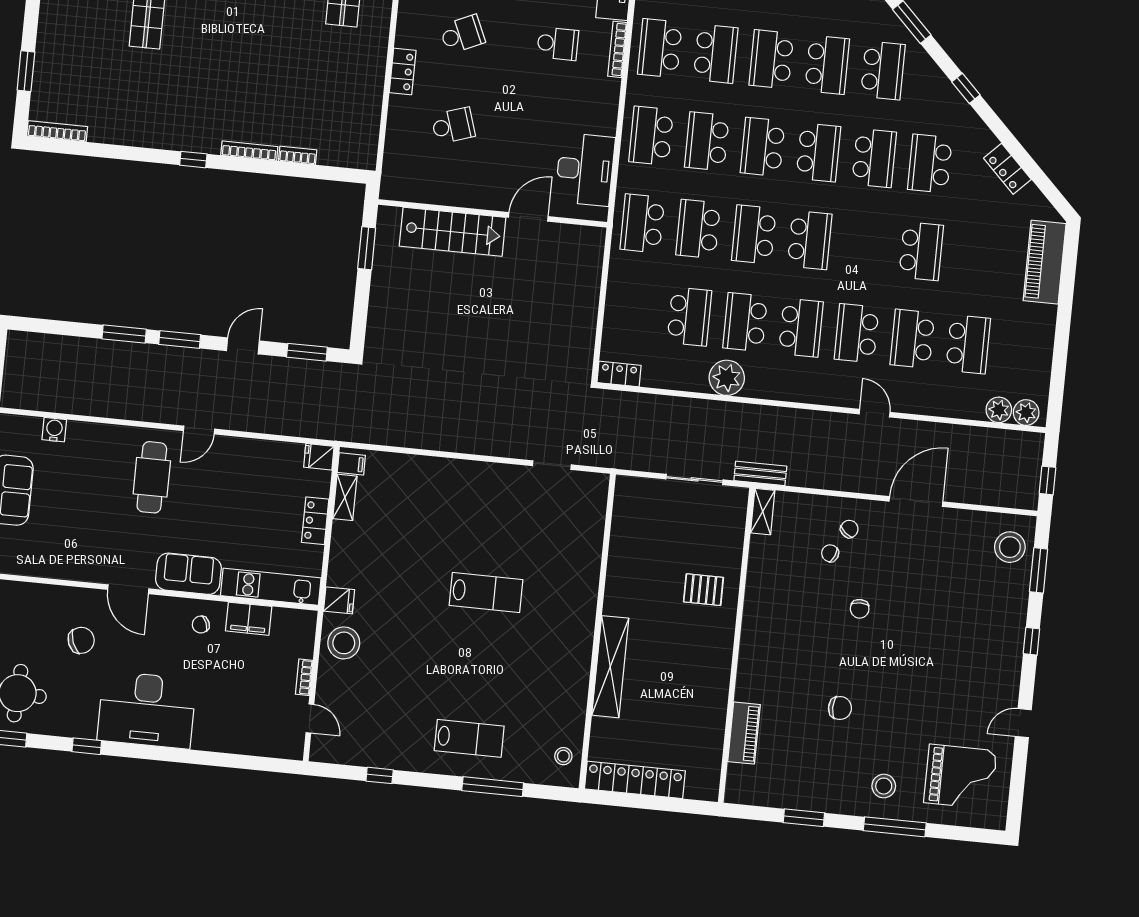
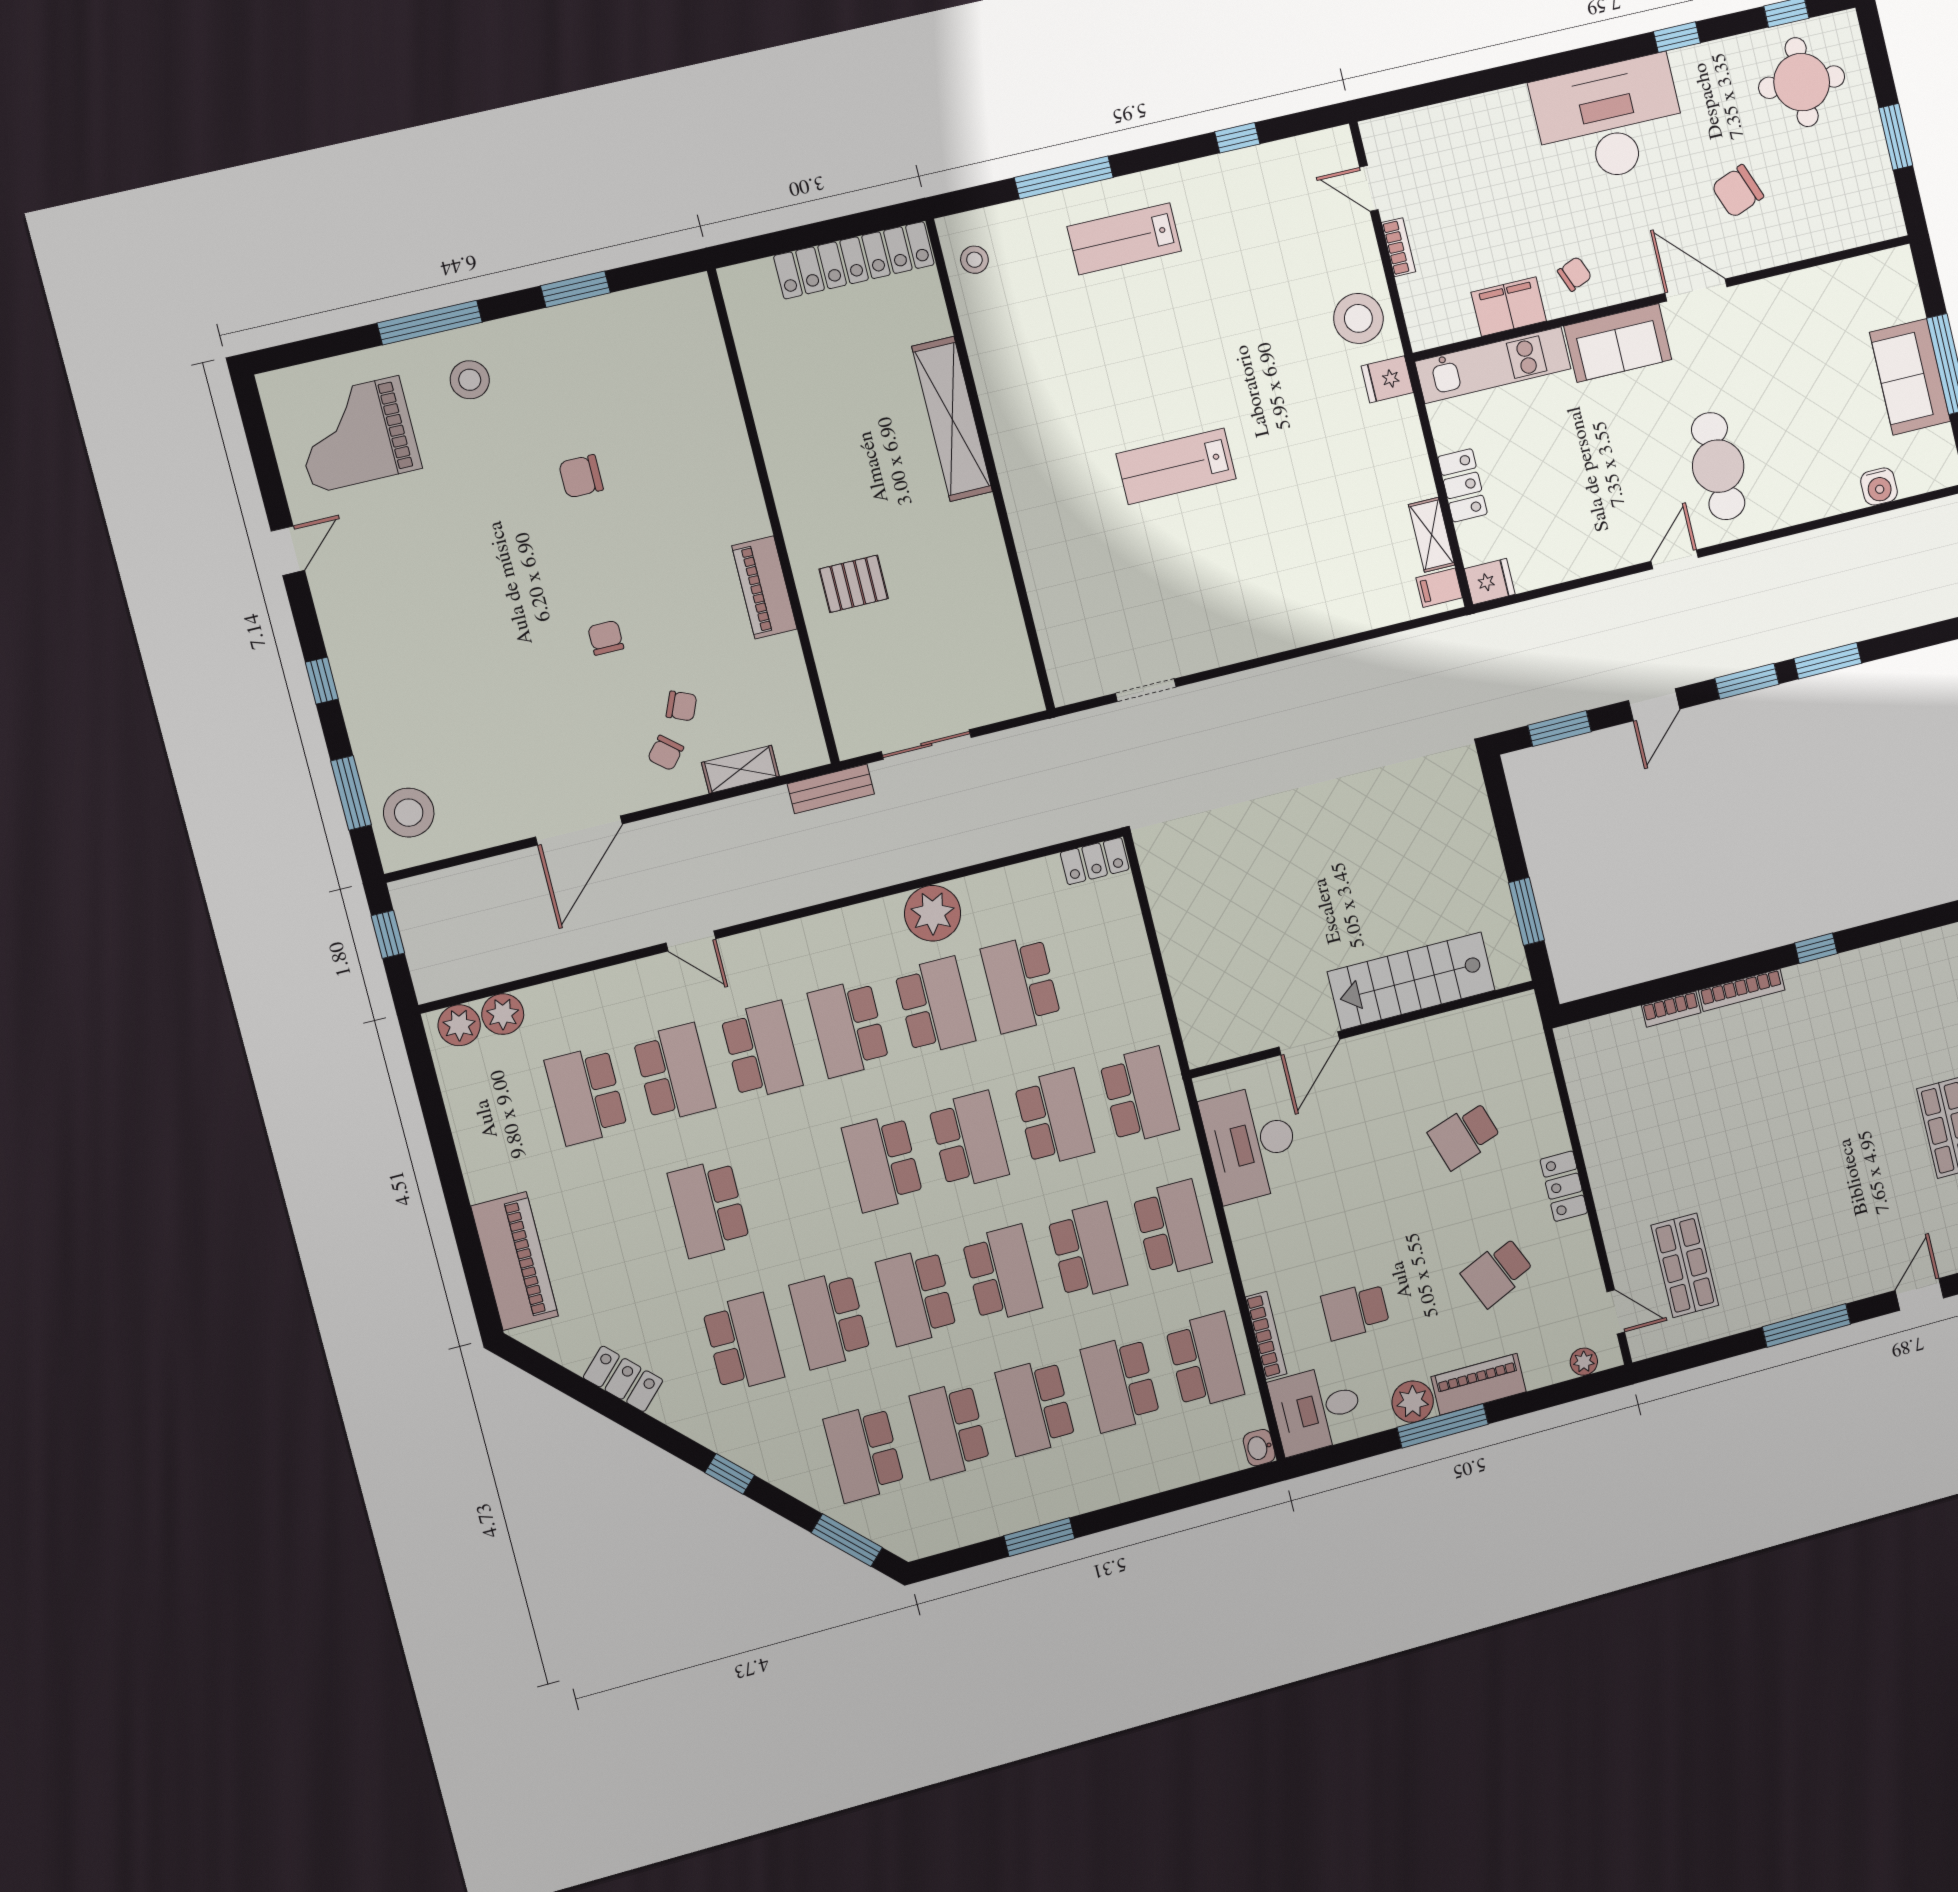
school desk: (771, 59) -> (1035, 1407), turned 180
shelving: (763, 512) -> (740, 769), moved, turned 90
piano: (744, 733) -> (764, 587), moved

